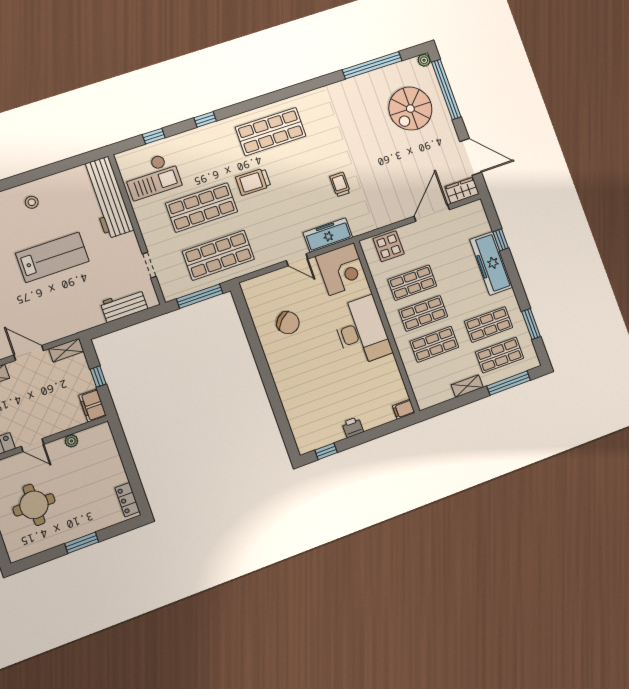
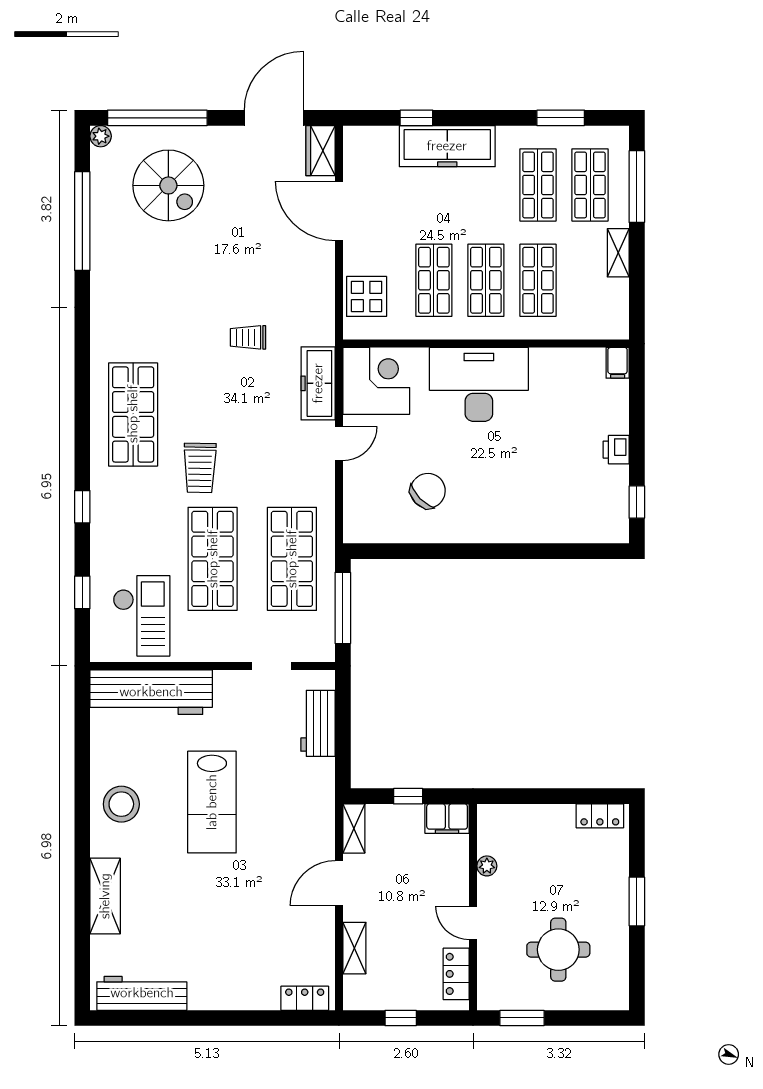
stool: (32, 202) -> (121, 804), width x1.89, depth x1.89
lab bench: (52, 257) -> (212, 802), turned 180
door: (33, 445) -> (473, 923), swing flipped

